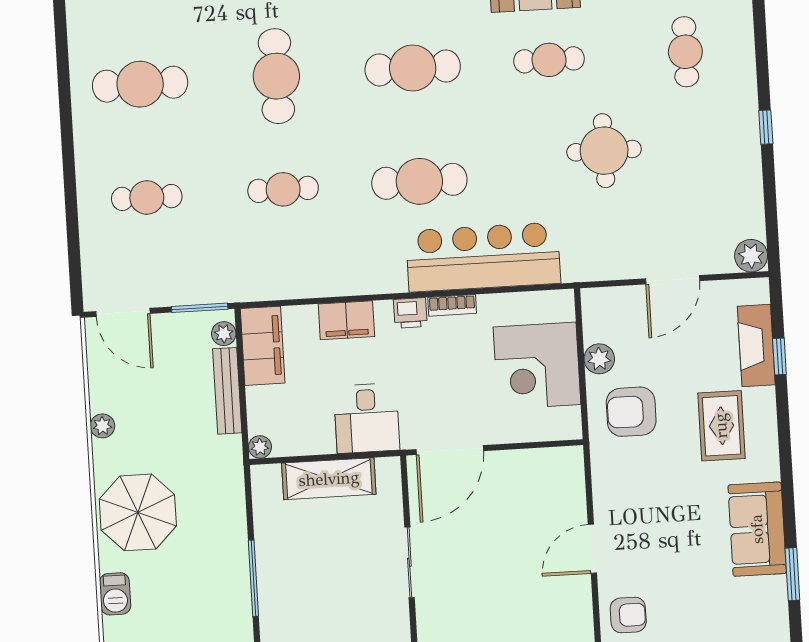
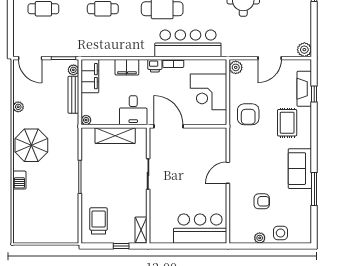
plant: (599, 359) -> (236, 67), moved
armchair: (631, 412) -> (248, 114), turned -90
door: (450, 450) -> (168, 126), swing flipped
window: (792, 574) -> (314, 189), width x1.44
armchair: (628, 615) -> (262, 201), moved

